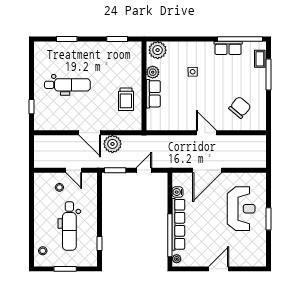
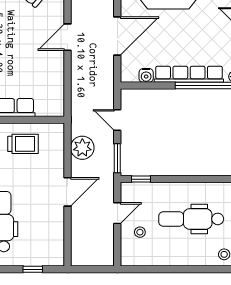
plant: (112, 144) -> (82, 148), moved
door: (207, 170) -> (117, 36), hinge flipped
dental chair: (69, 226) -> (191, 219), turned 180
window: (99, 243) -> (141, 179), moved

